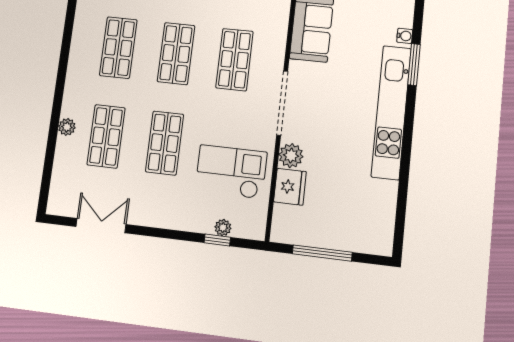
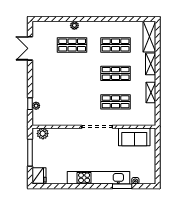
shop shelf: (165, 143) -> (72, 73), removed
plant: (291, 156) -> (43, 134), moved
checkout: (231, 172) -> (62, 106), removed
fridge: (290, 187) -> (39, 176), moved, turned -90
double door: (101, 226) -> (30, 48), swing flipped

